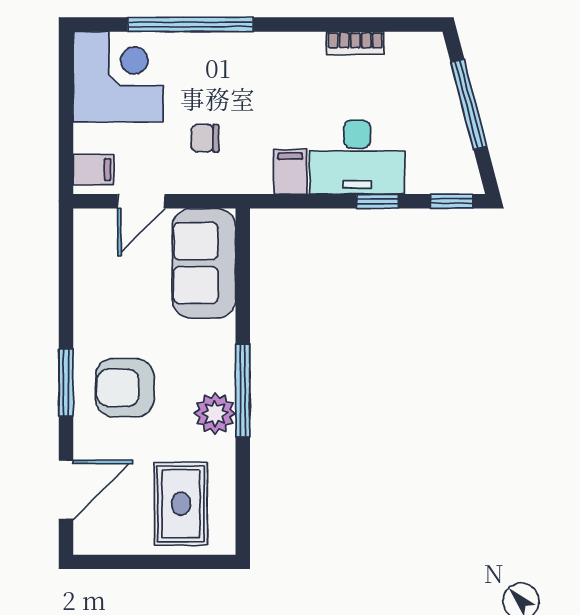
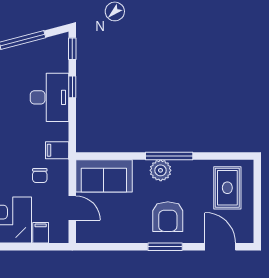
filing cabinet: (93, 170) -> (41, 233), moved
filing cabinet: (290, 172) -> (57, 150), moved
plant: (215, 413) -> (161, 170), moved
rug: (181, 504) -> (227, 188), turned 90

